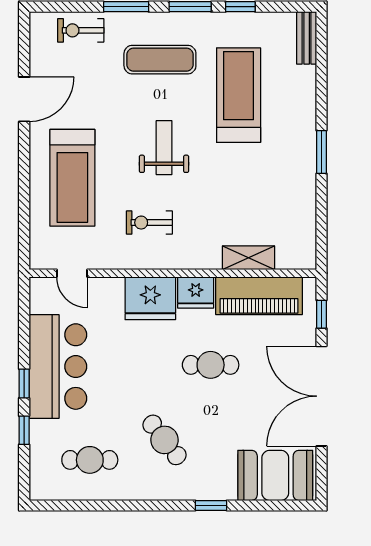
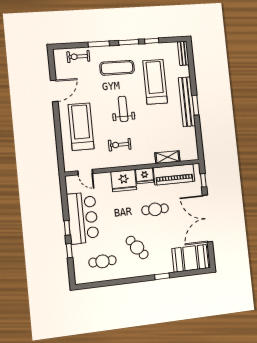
bench: (303, 143) -> (187, 102), added
treadmill: (72, 178) -> (81, 127), turned 180

